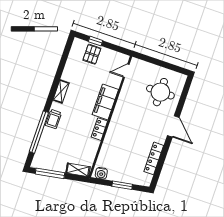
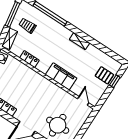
trolley: (53, 119) -> (27, 26), moved
locker: (99, 129) -> (29, 59), moved

